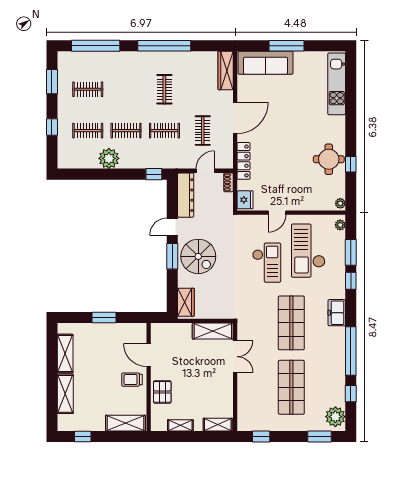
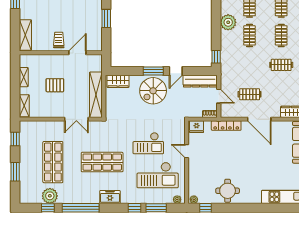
clothes rail: (164, 131) -> (281, 35), moved
window: (351, 164) -> (206, 208), moved
door: (172, 227) -> (176, 71), swing flipped
checkout: (308, 251) -> (158, 175), turned 180
shelving: (213, 331) -> (96, 95), width x1.47
shop shelf: (291, 387) -> (53, 162), turned 90
pallet: (162, 392) -> (55, 85), moved
plant: (335, 417) -> (50, 196), moved
window: (320, 436) -> (15, 172), moved

